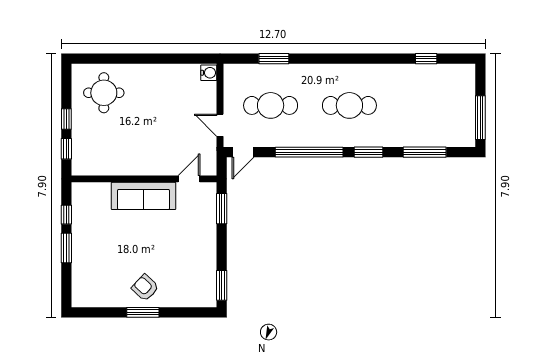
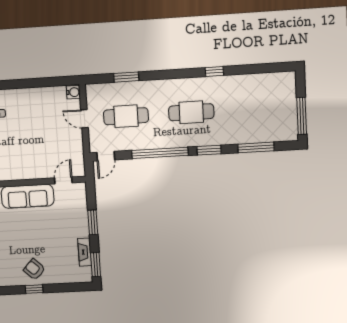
window: (426, 59) -> (214, 71), moved
door: (220, 125) -> (84, 119), moved
window: (222, 209) -> (93, 222), moved
fireplace: (209, 269) -> (85, 252), added
window: (143, 312) -> (34, 289), width x0.67

